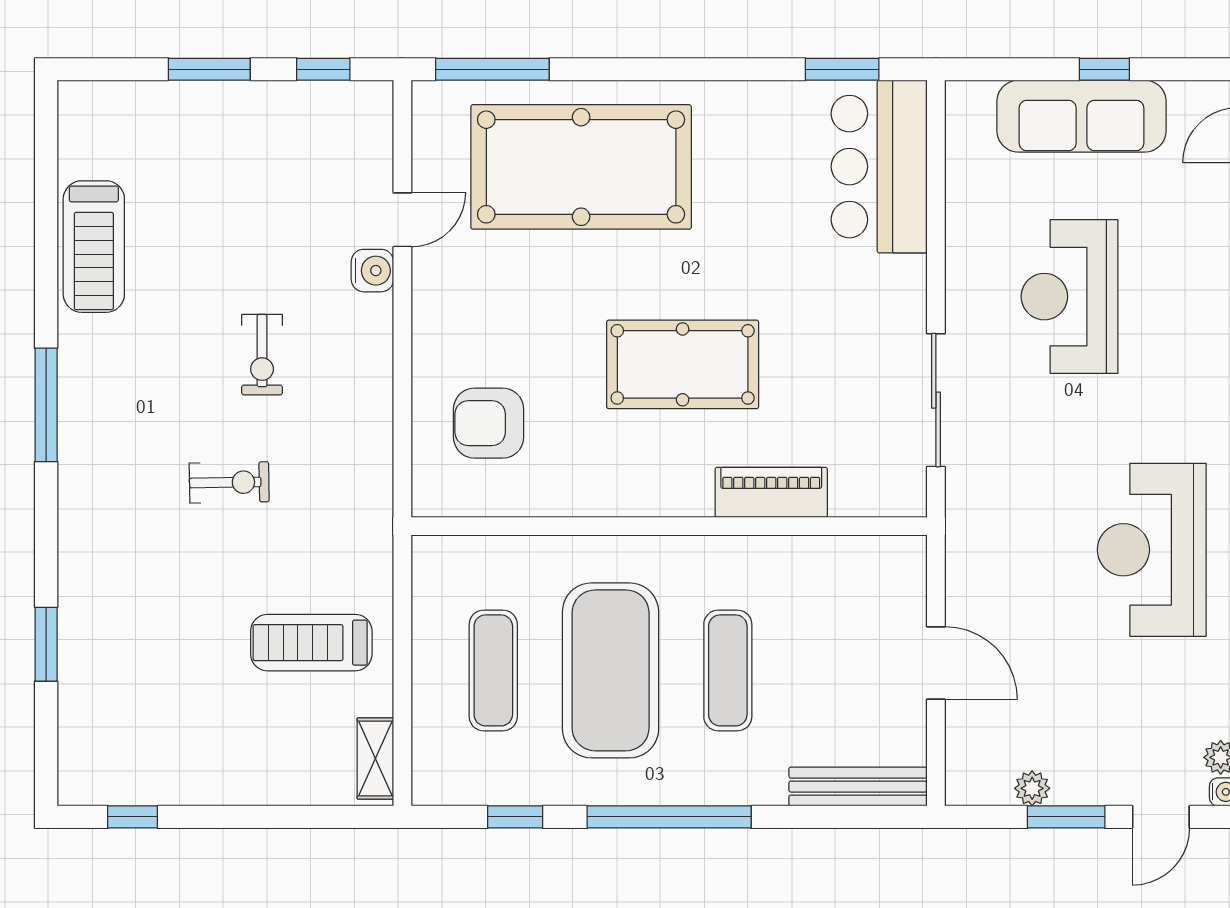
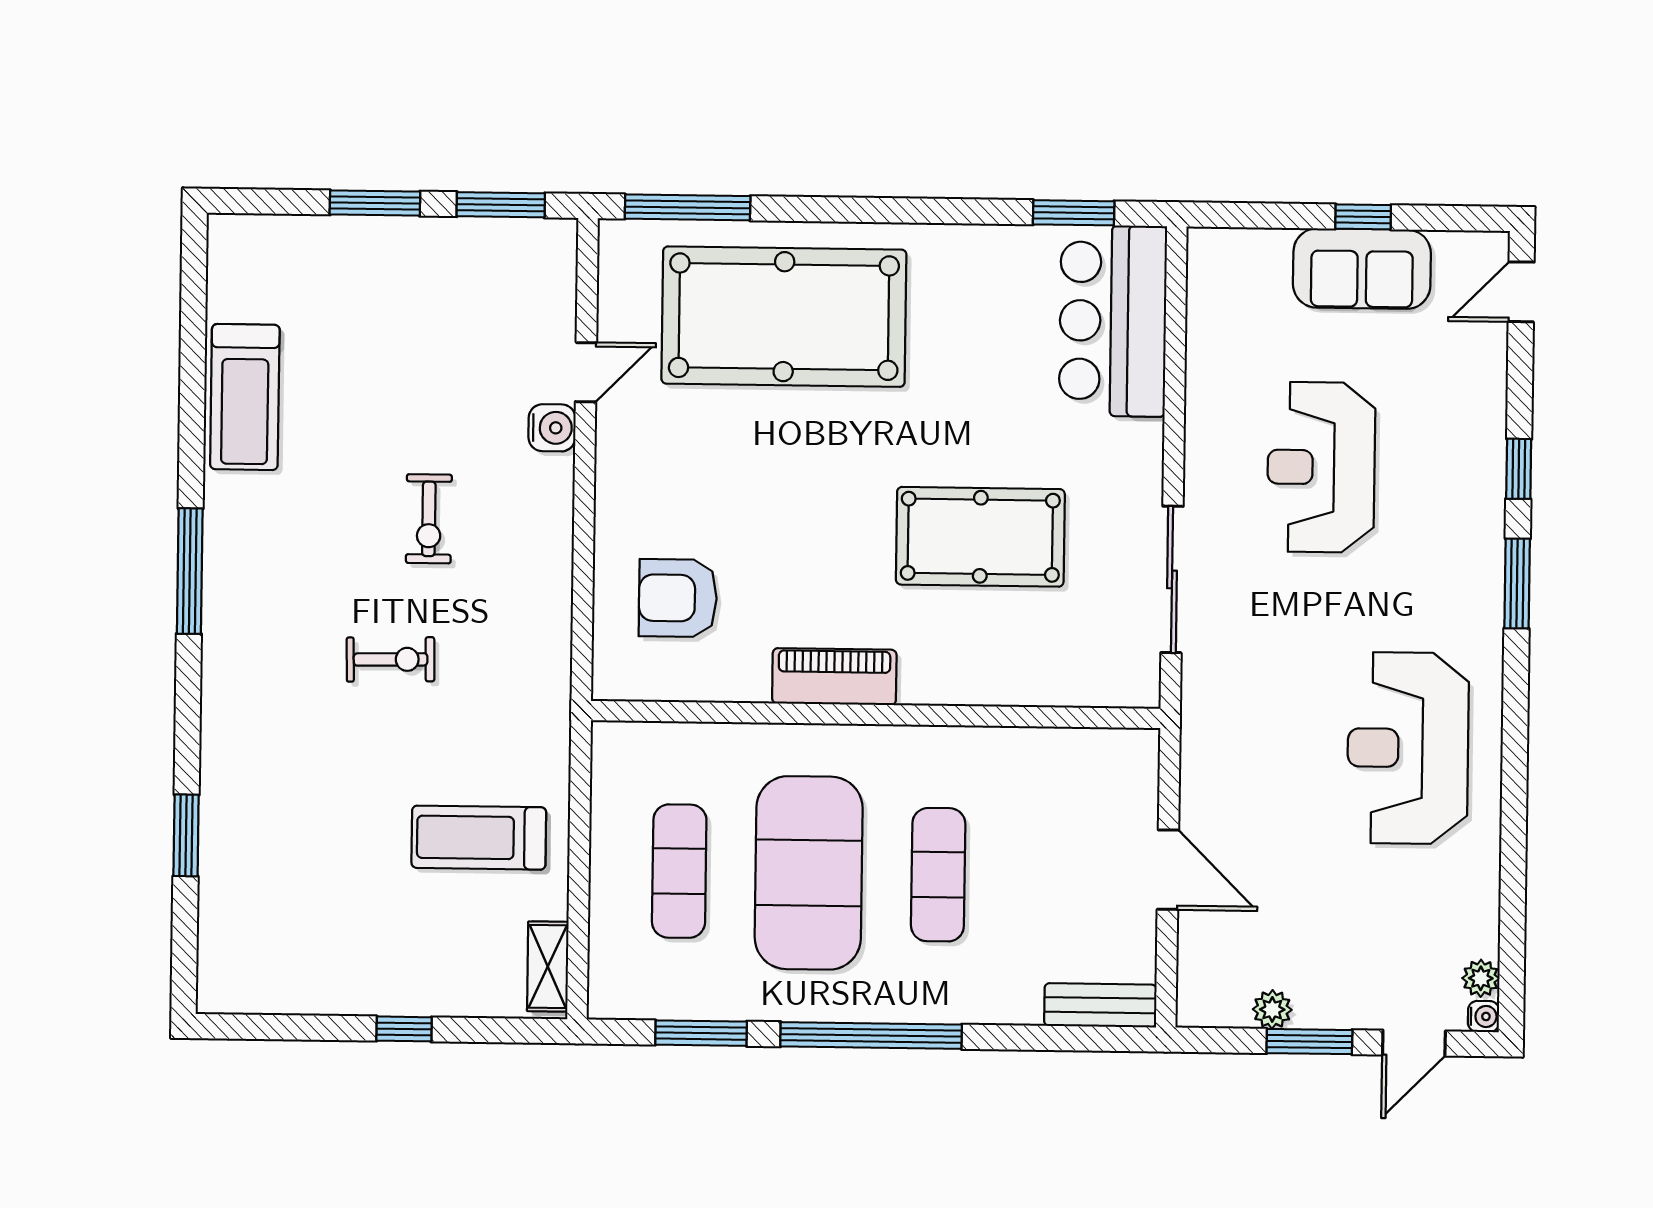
window: (323, 69) -> (501, 205), width x1.50
sofa: (1082, 116) -> (1362, 269), width x0.73
pool table: (683, 364) -> (980, 537), moved
piano: (771, 492) -> (834, 677), moved
bench: (858, 787) -> (1100, 1005), width x0.73
window: (132, 817) -> (404, 1029), moved
window: (515, 817) -> (701, 1033), width x1.50

